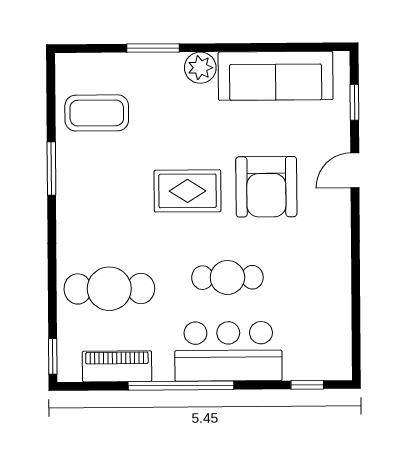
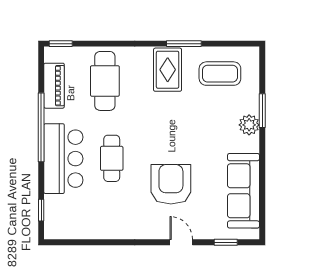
plant: (200, 68) -> (249, 125), moved
coffee table: (97, 113) -> (220, 74), turned 90
armchair: (266, 187) -> (171, 184), turned 90
rug: (188, 191) -> (168, 70), moved

